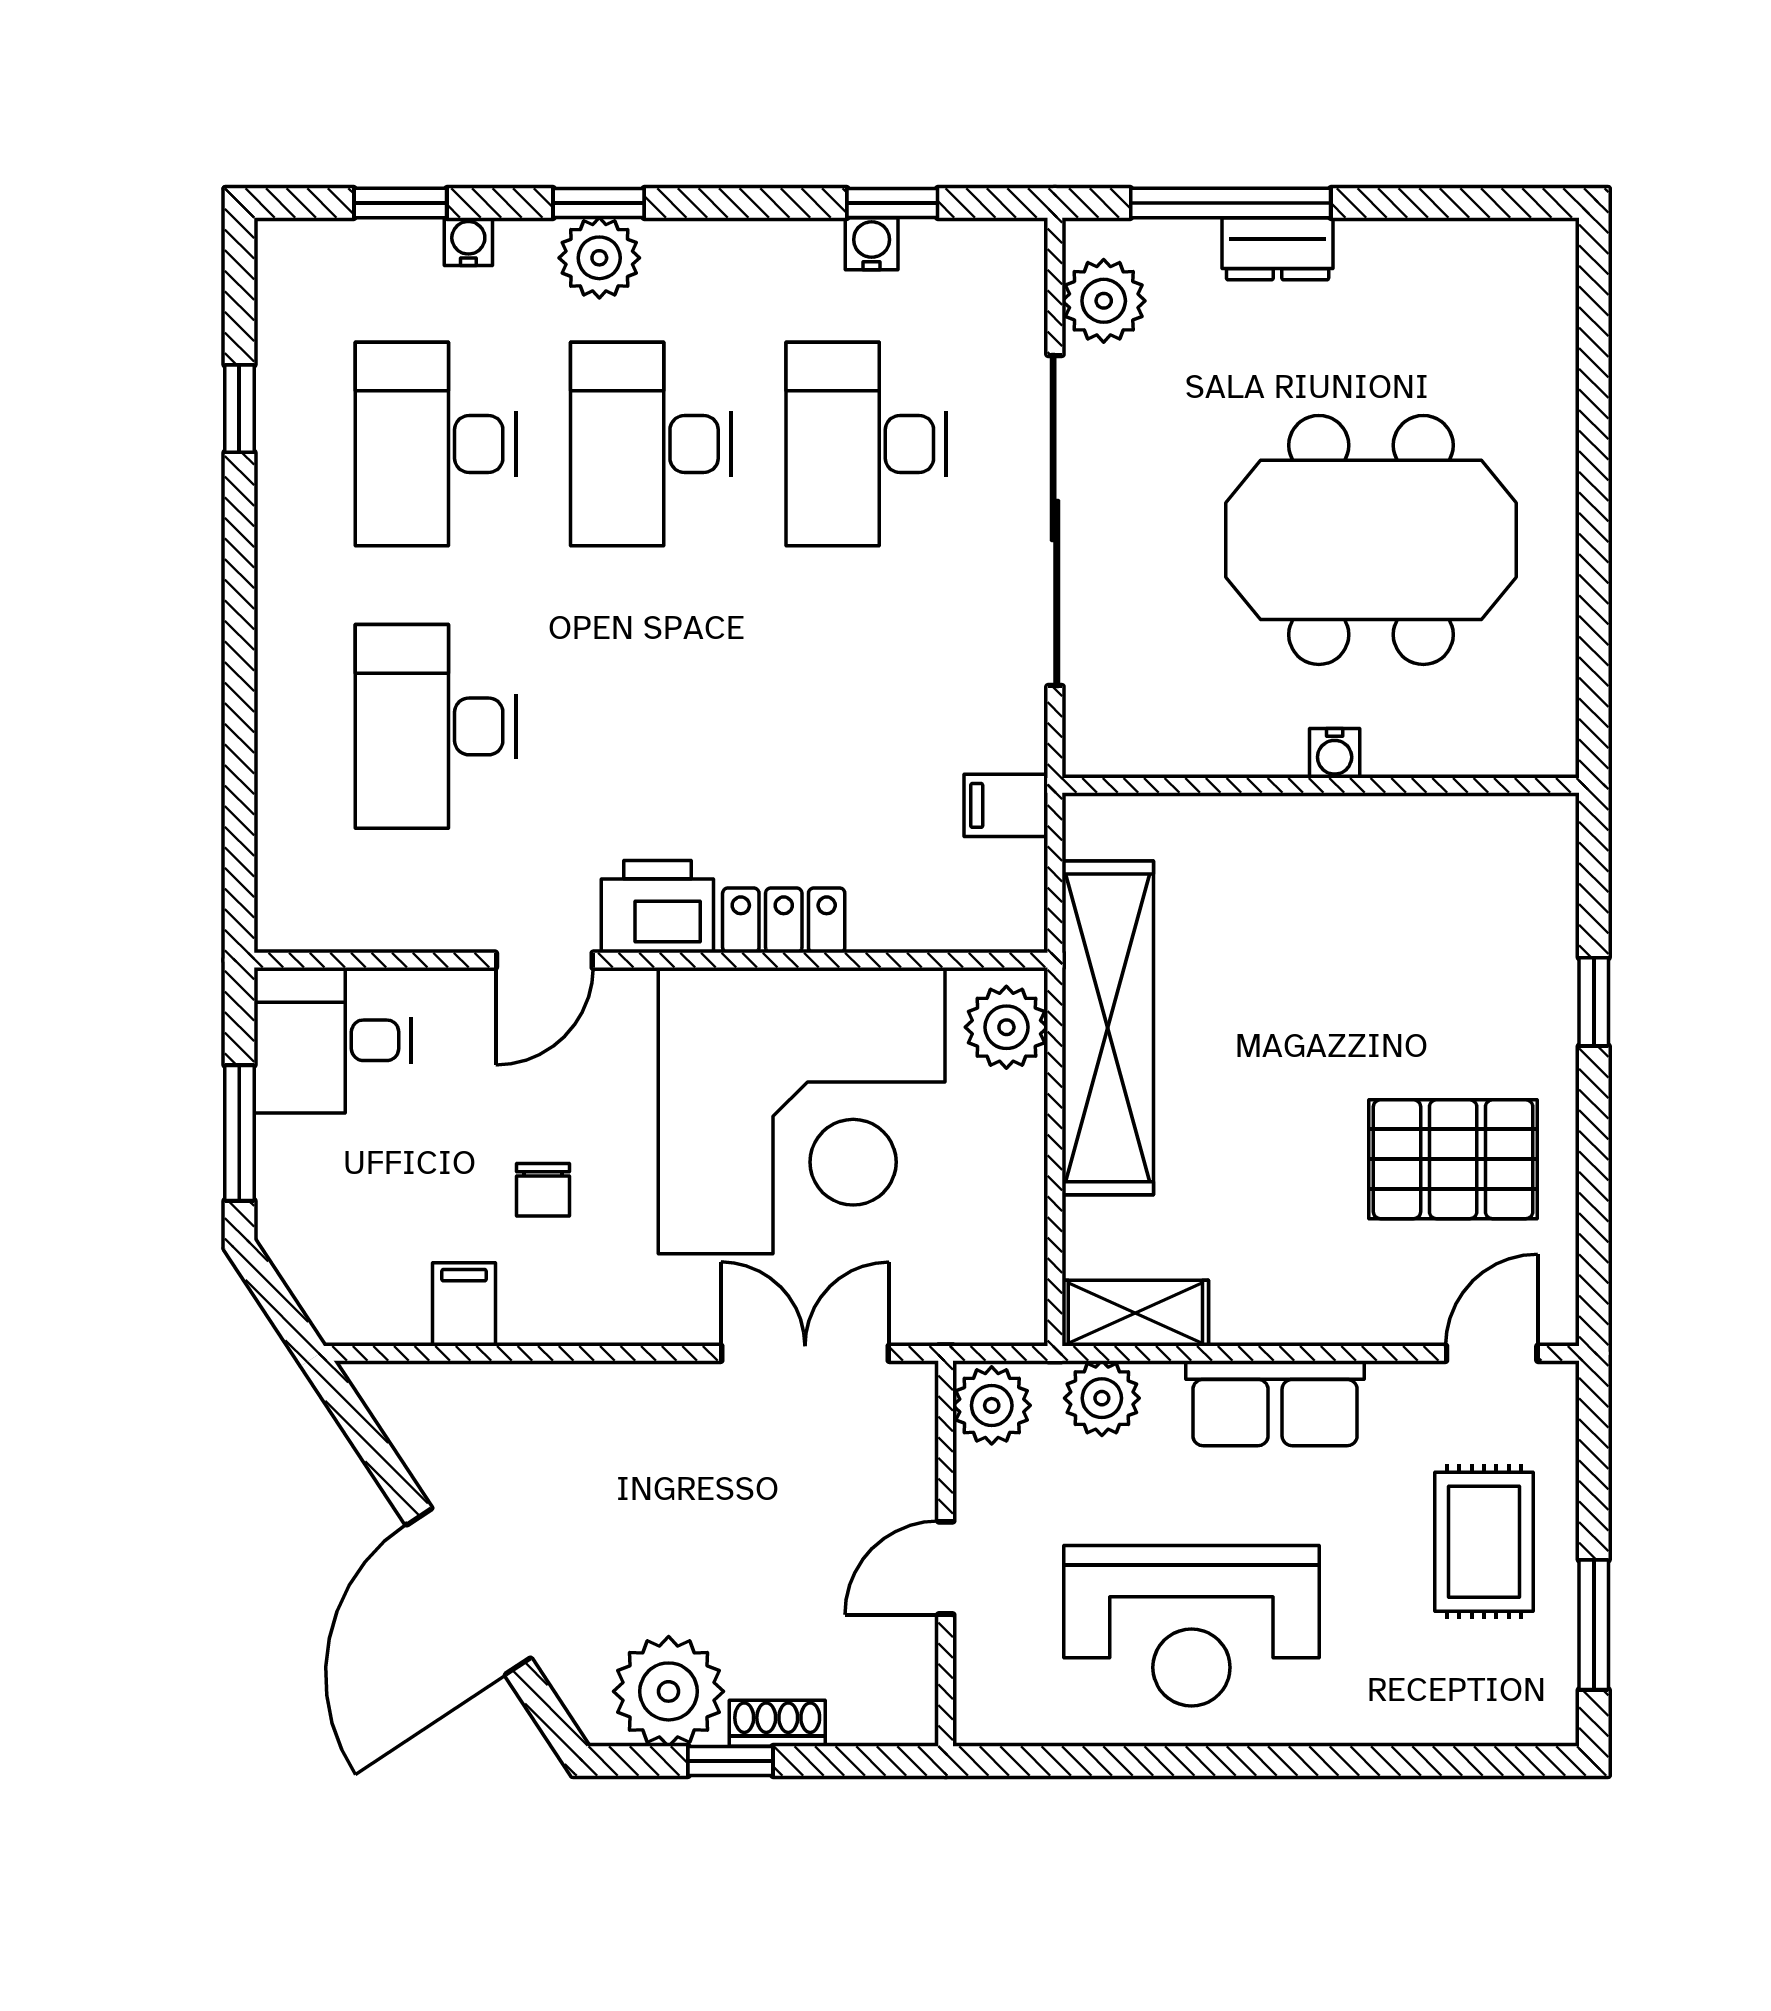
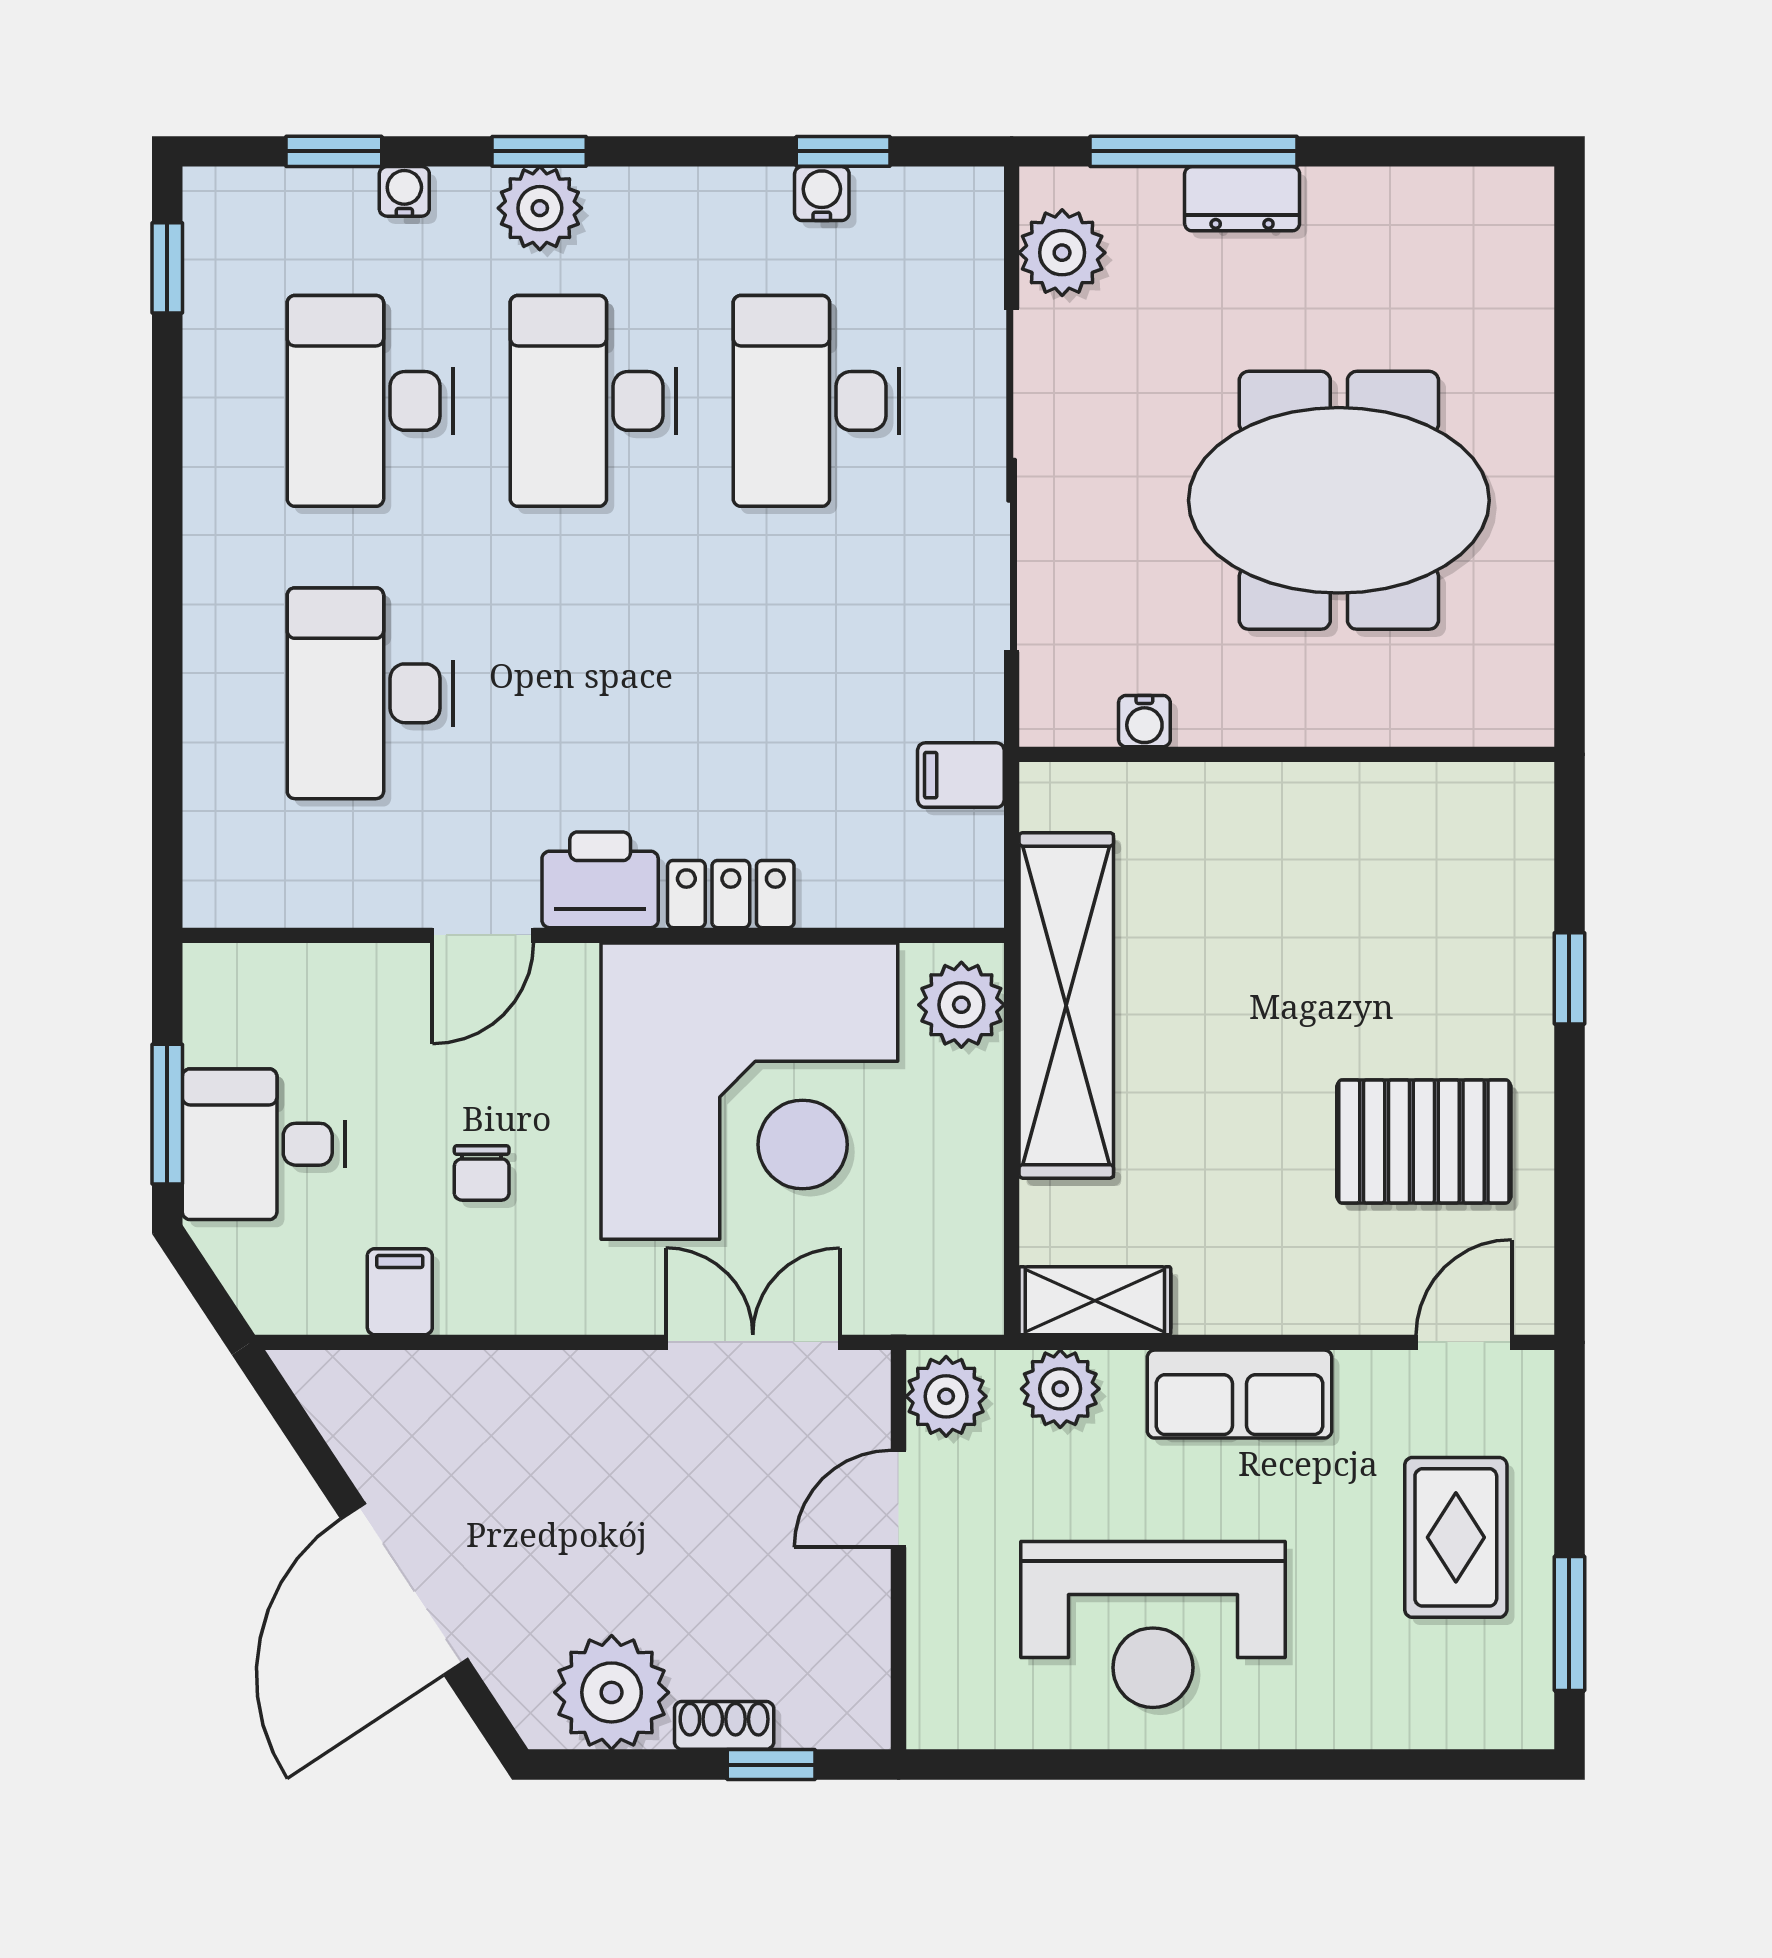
window: (239, 409) -> (167, 268), moved
water cooler: (1335, 753) -> (1144, 721), moved
desk: (333, 1040) -> (264, 1144), moved
door: (946, 1568) -> (899, 1499), moved
window: (730, 1761) -> (771, 1765), moved

